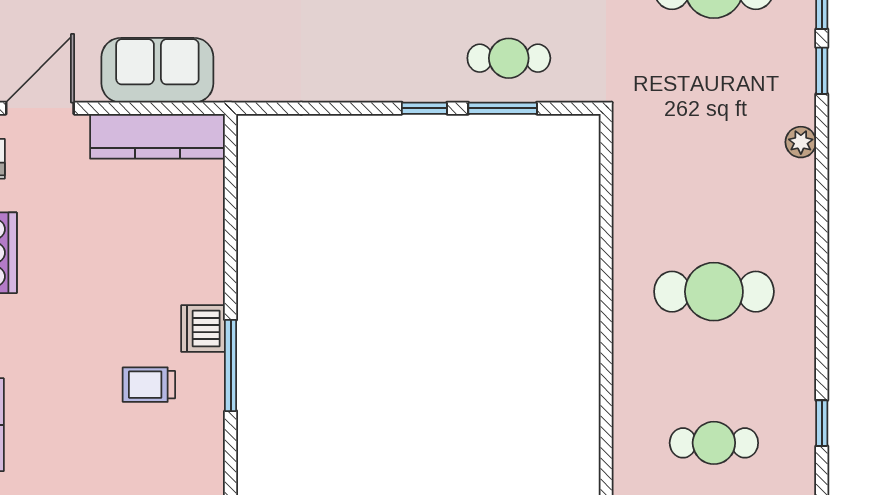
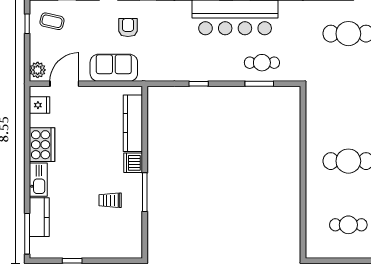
window: (424, 108) -> (199, 84), moved
kitchen counter: (158, 136) -> (133, 123), moved, turned 90
dishwasher: (203, 329) -> (133, 163), moved

